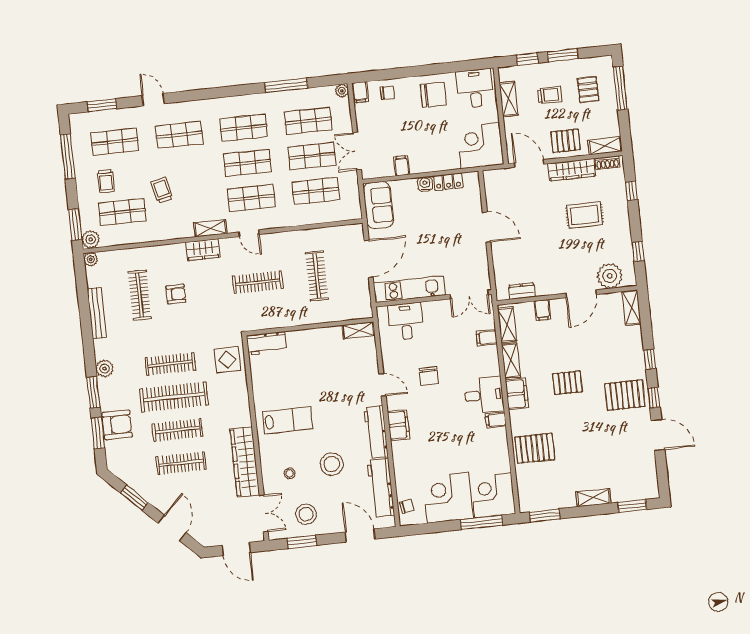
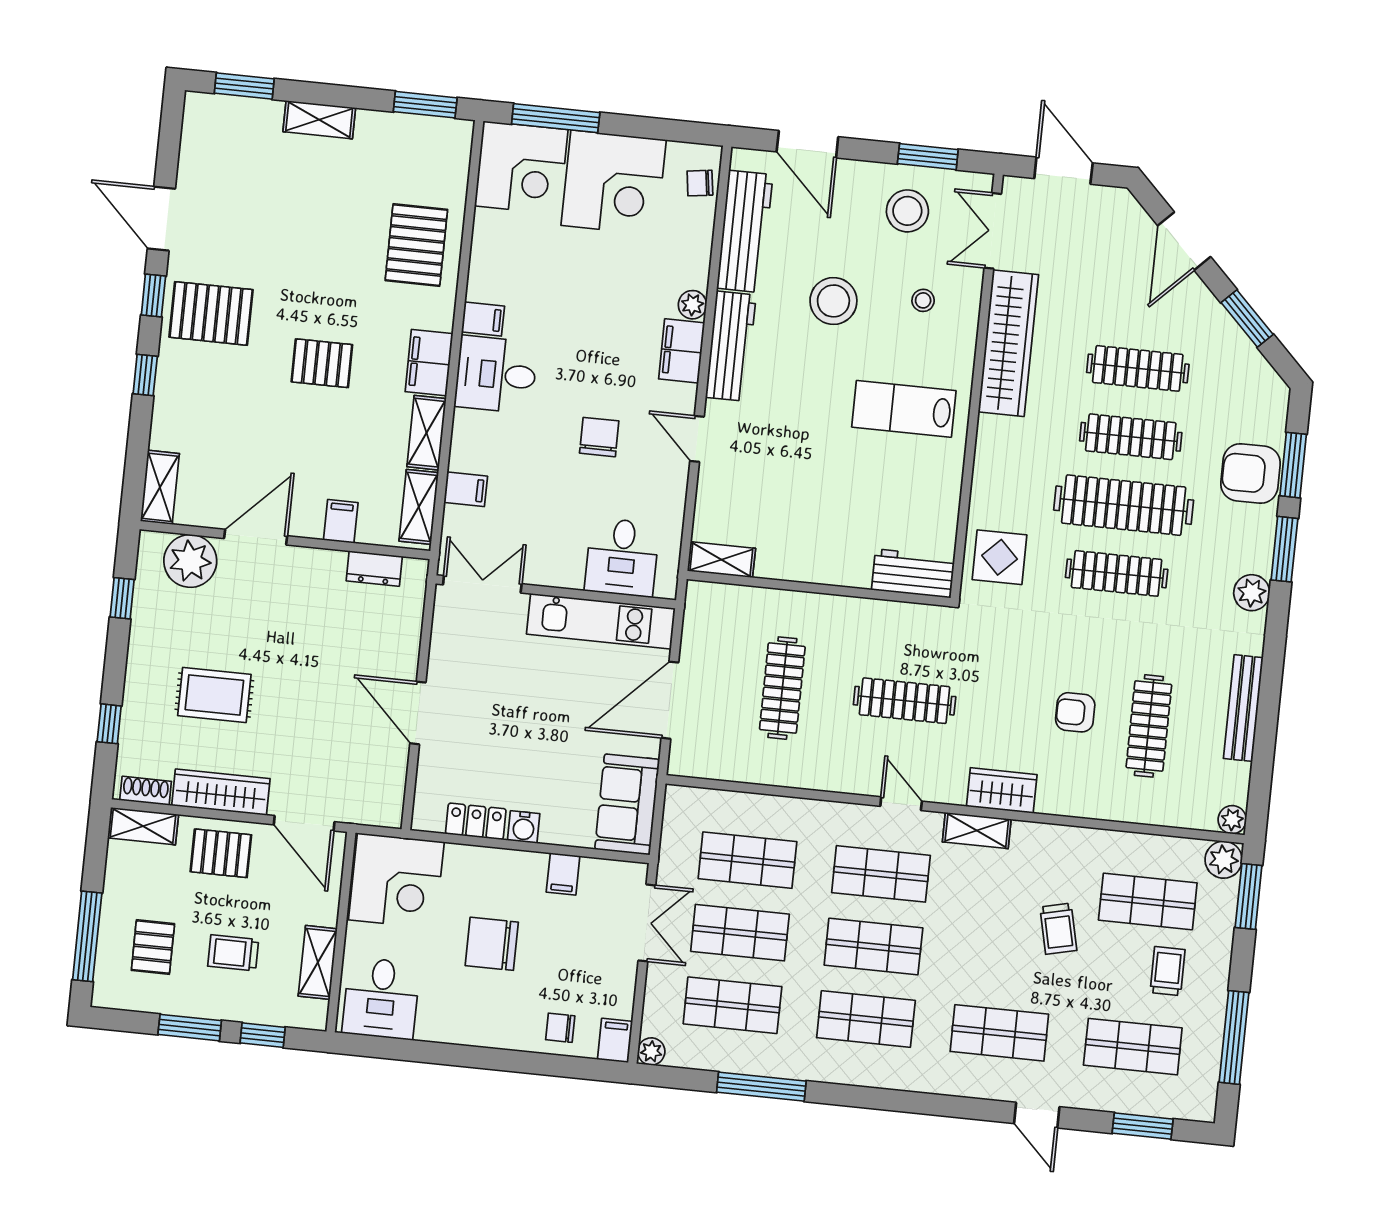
chair: (433, 95) -> (492, 944), moved
plant: (398, 448) -> (692, 305), added
pallet: (535, 448) -> (416, 245), turned 90

